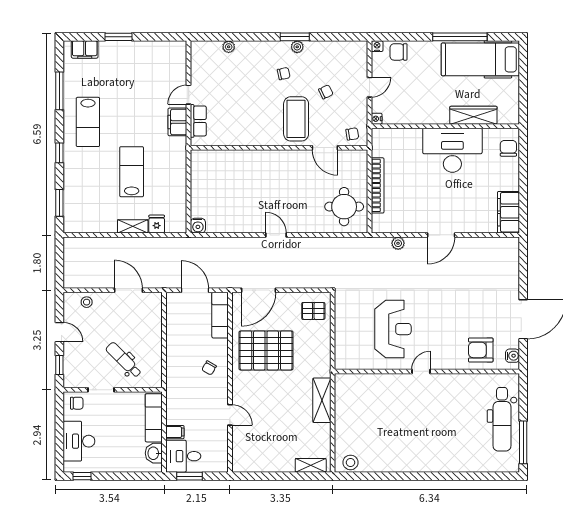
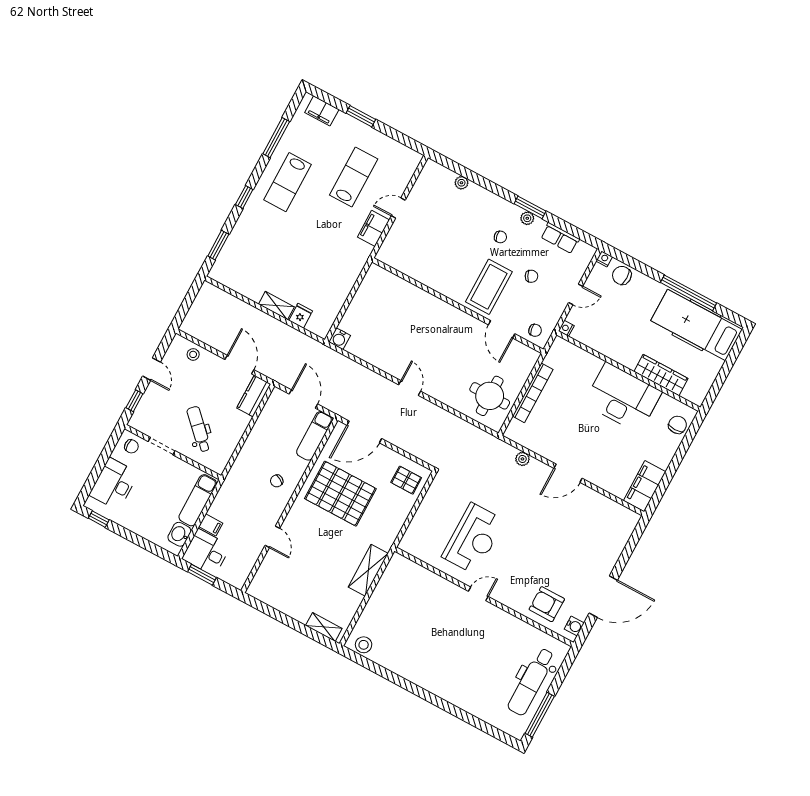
row of seats: (198, 121) -> (560, 238), moved, turned 90
lab bench: (132, 172) -> (354, 177), moved
kitchen counter: (154, 309) -> (254, 396), added

